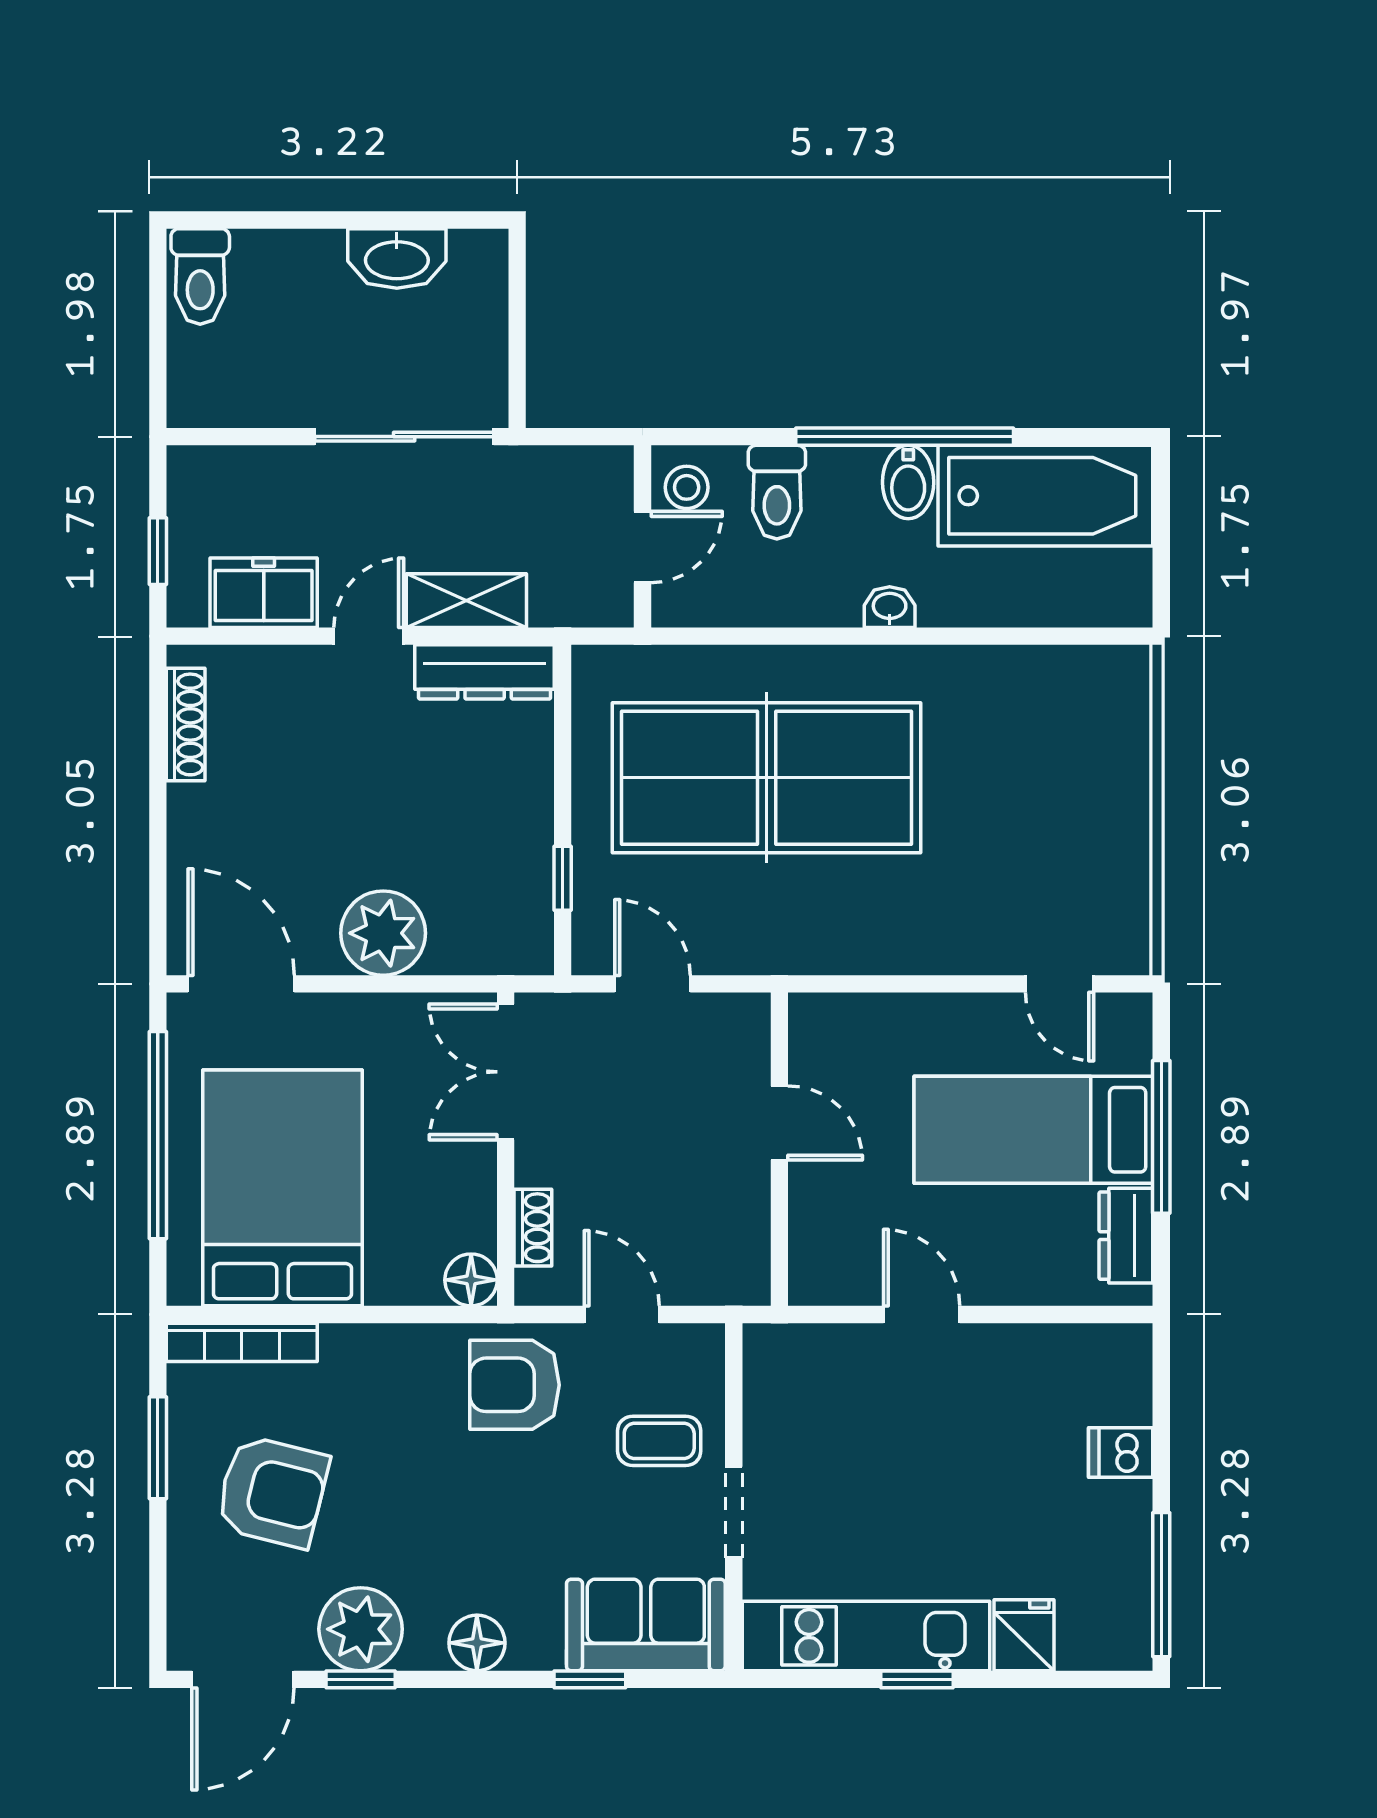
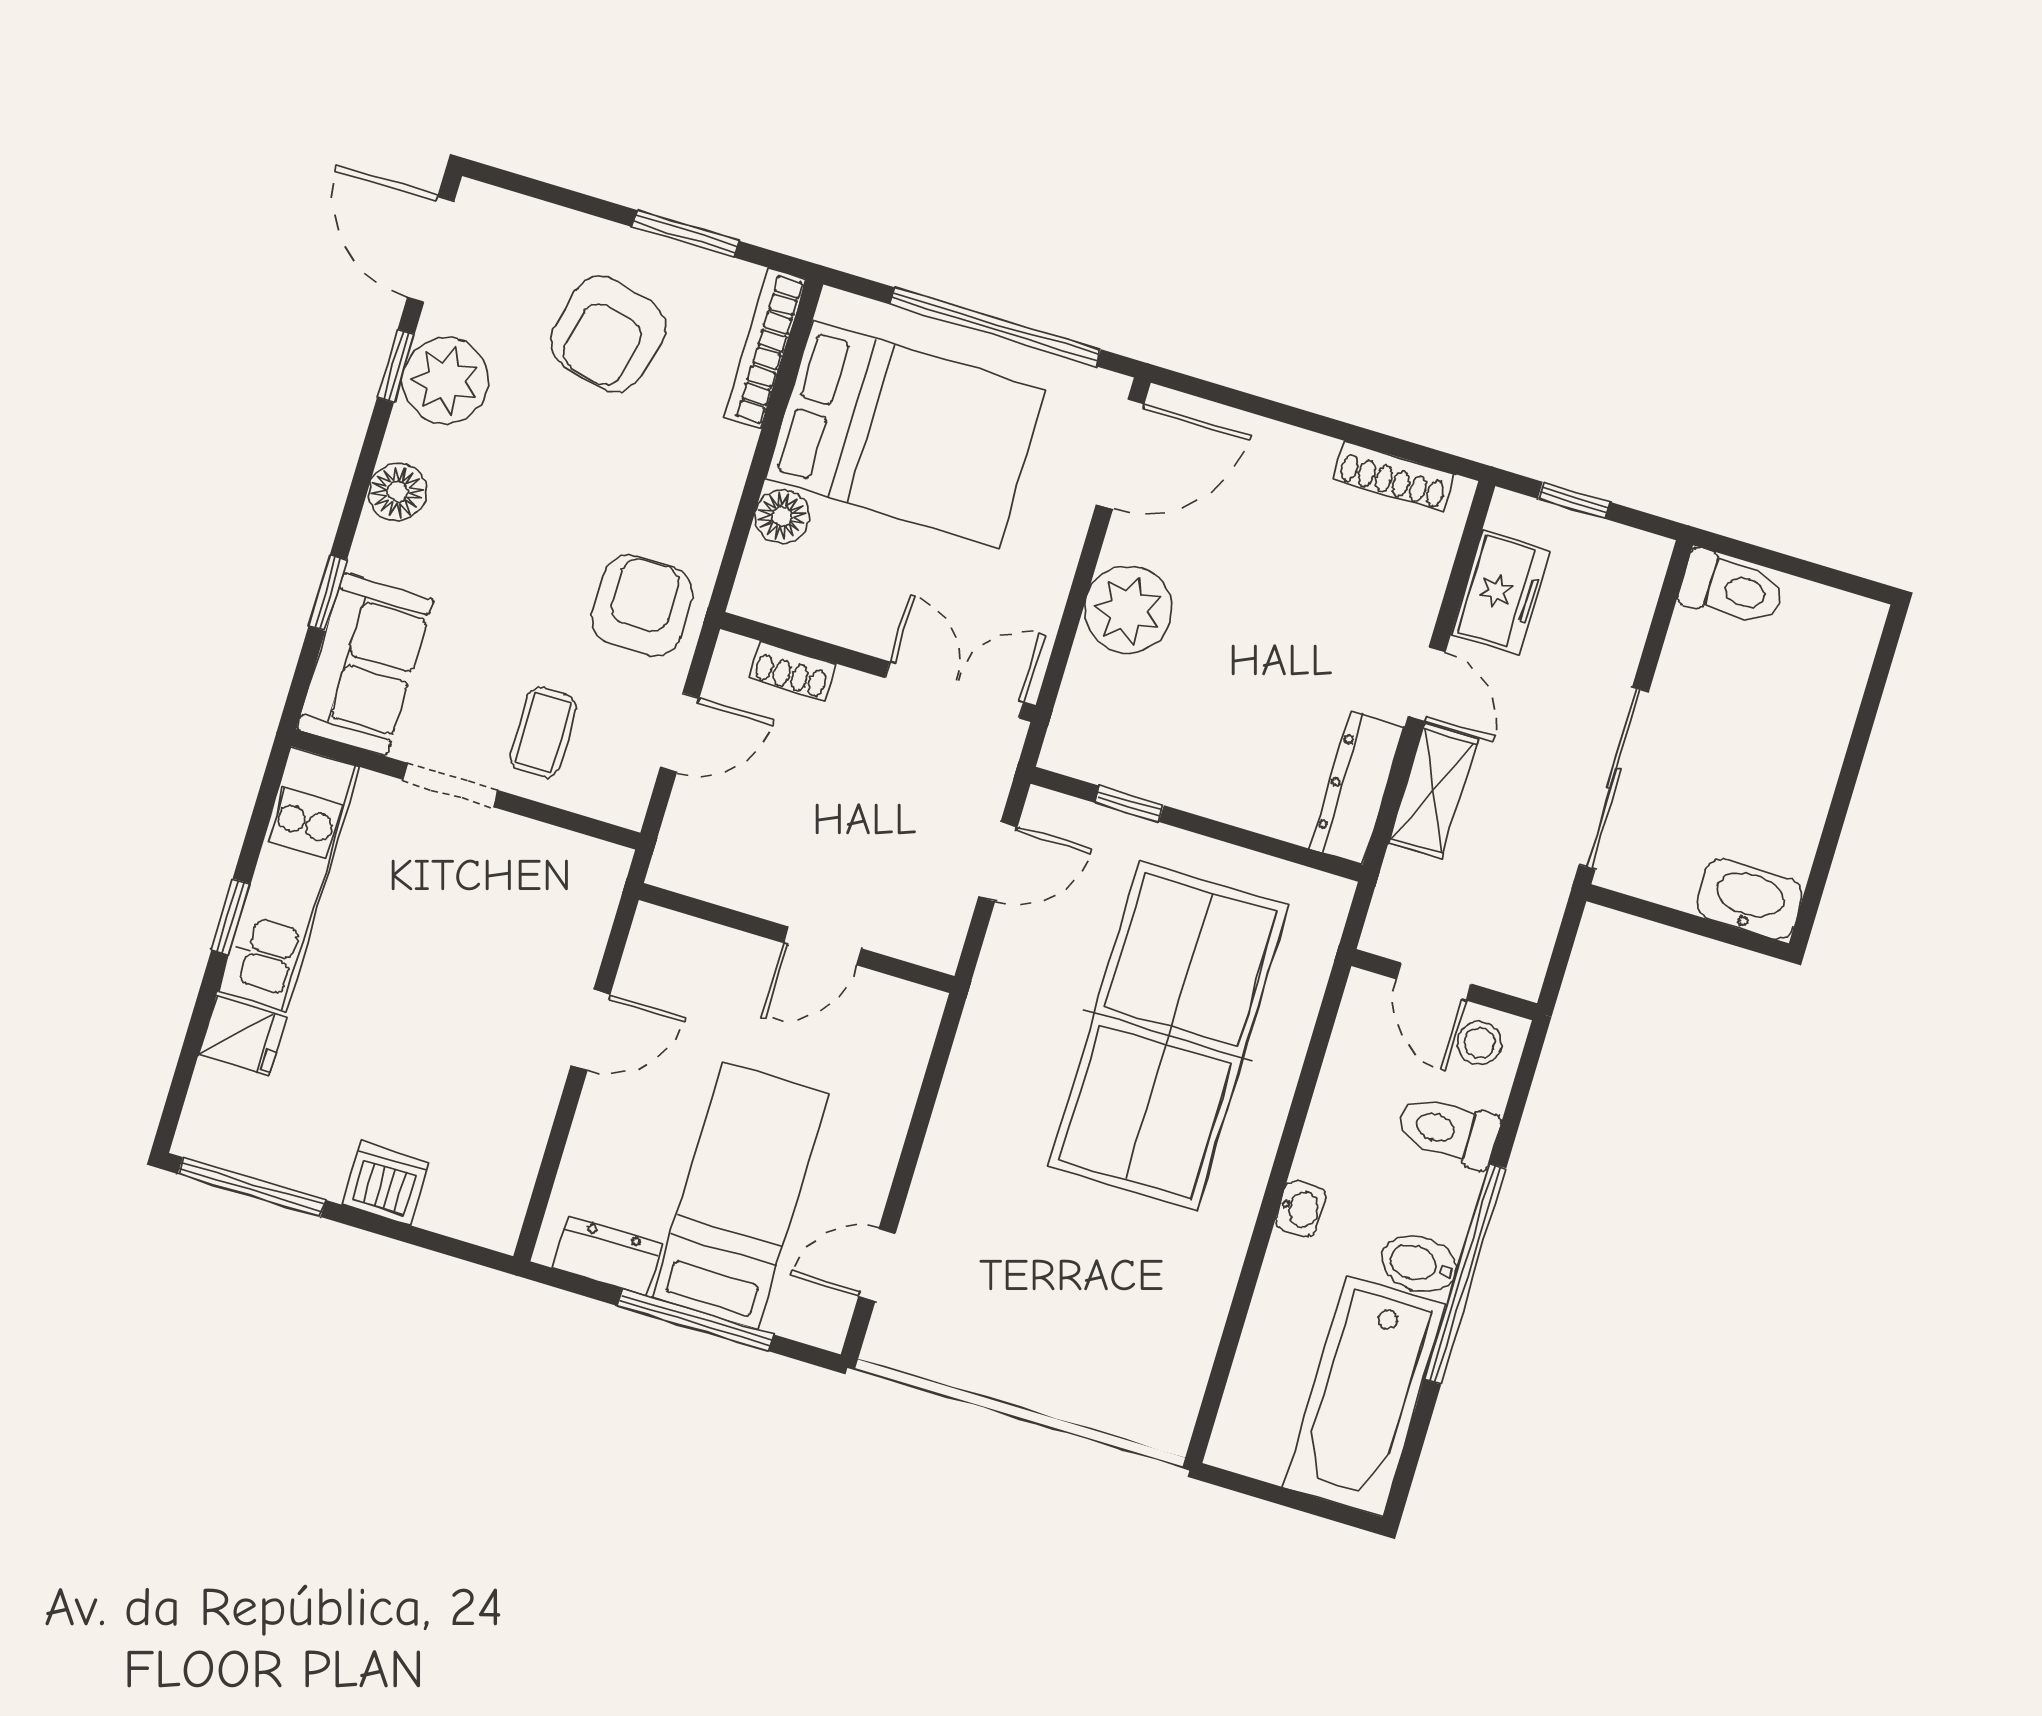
washbasin: (397, 258) -> (1749, 899), moved, turned 90
toilet: (200, 276) -> (1732, 588), moved, turned 180
floor lamp: (471, 1280) -> (782, 516), moved
dishwasher: (1121, 1453) -> (385, 1183), width x1.38

